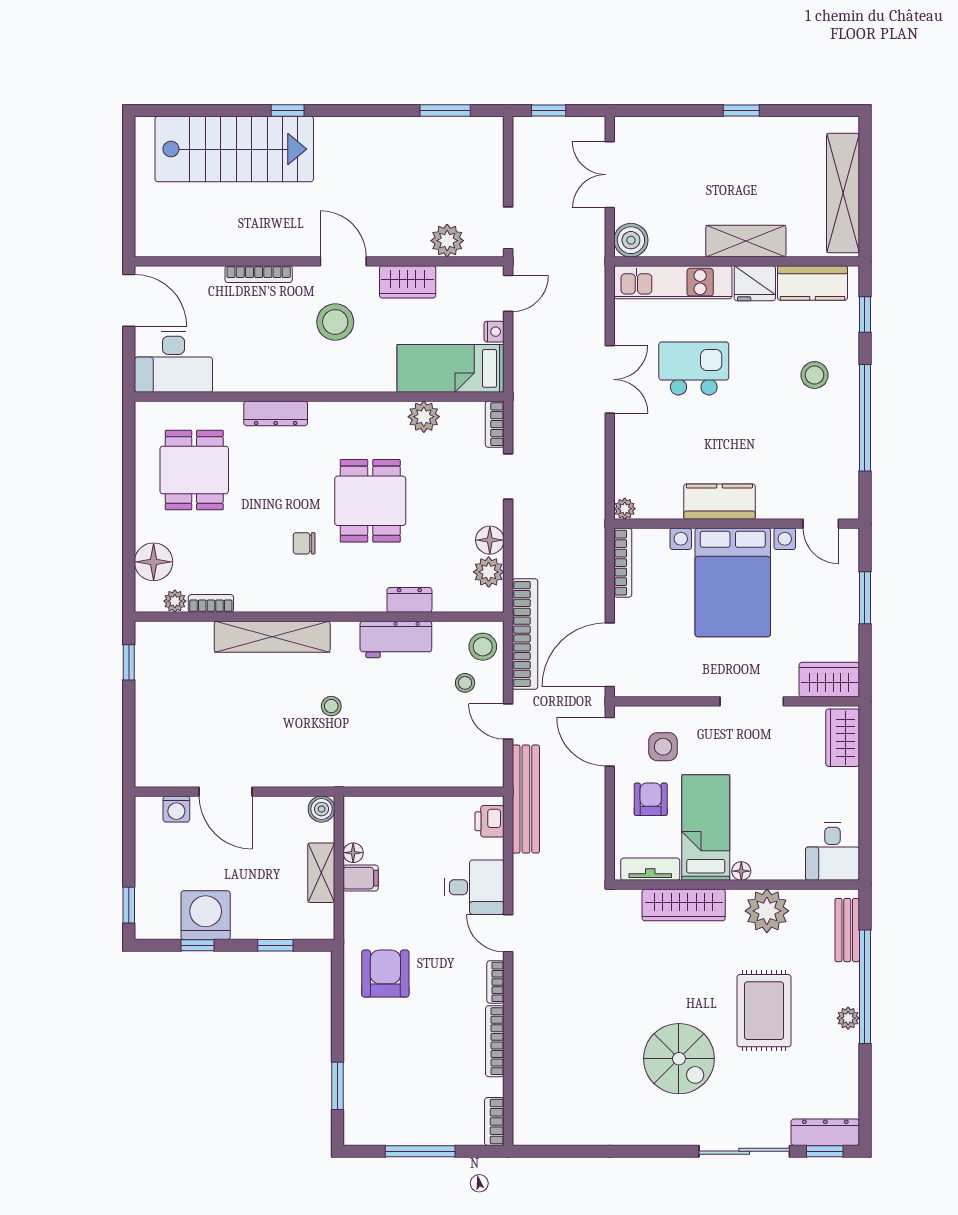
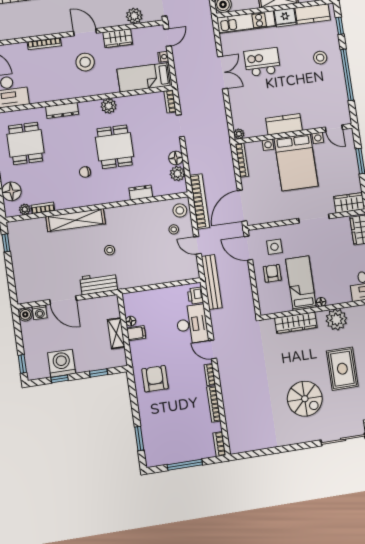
plant: (424, 417) -> (109, 106), moved
workbench: (396, 639) -> (99, 283), moved, turned 180
boiler: (322, 809) -> (25, 314), moved
tv unit: (650, 869) -> (277, 308), removed
desk: (474, 887) -> (192, 324), width x1.37

